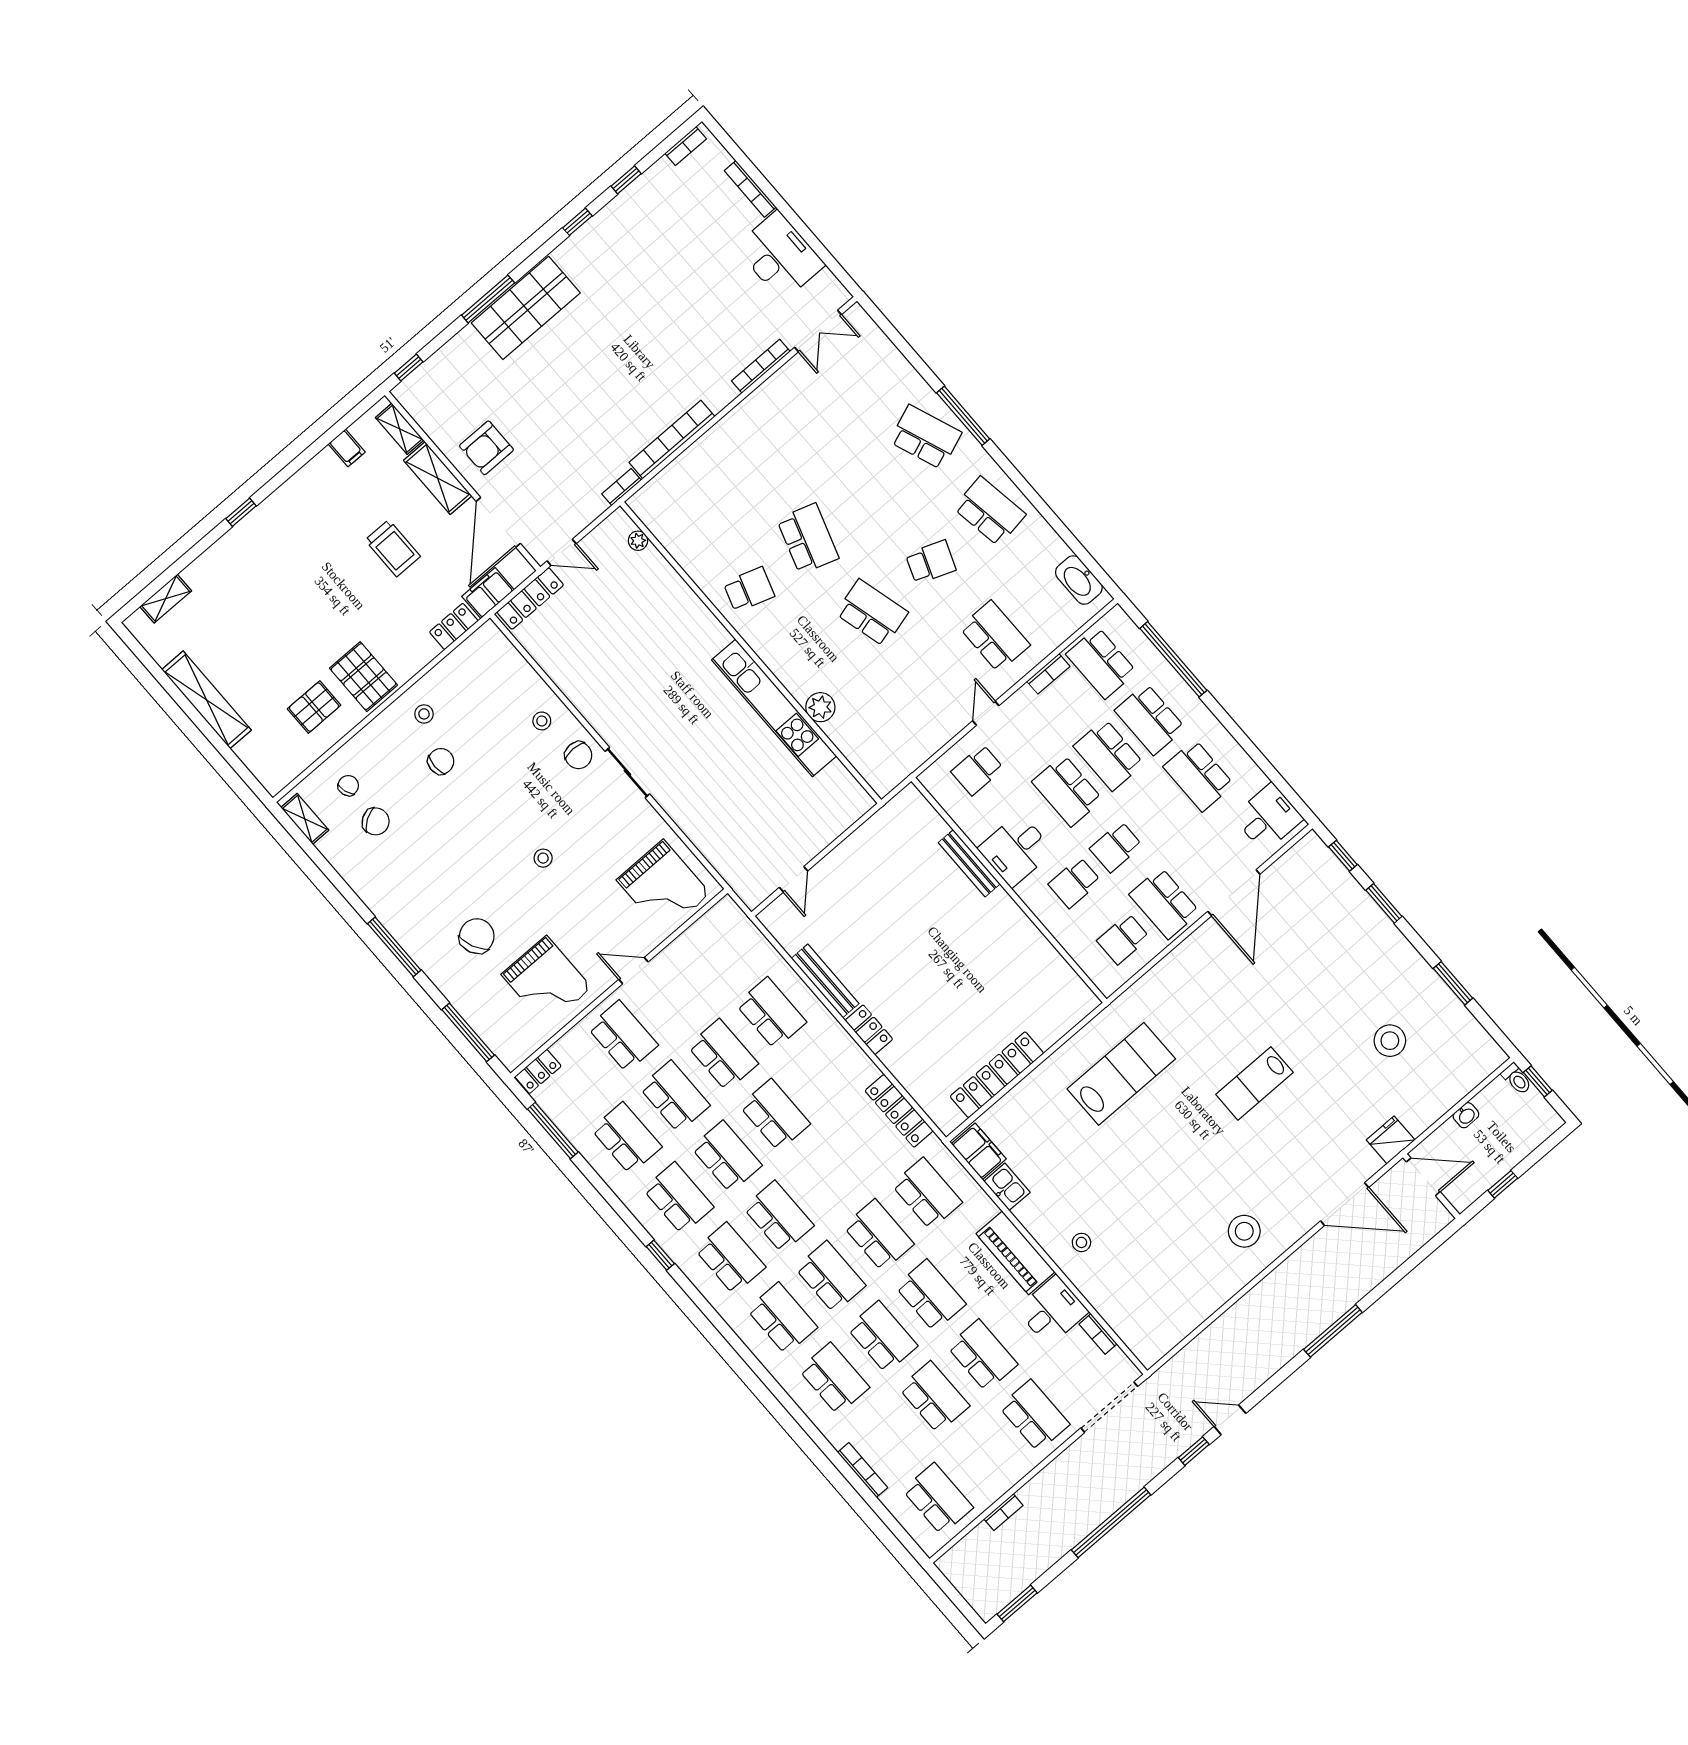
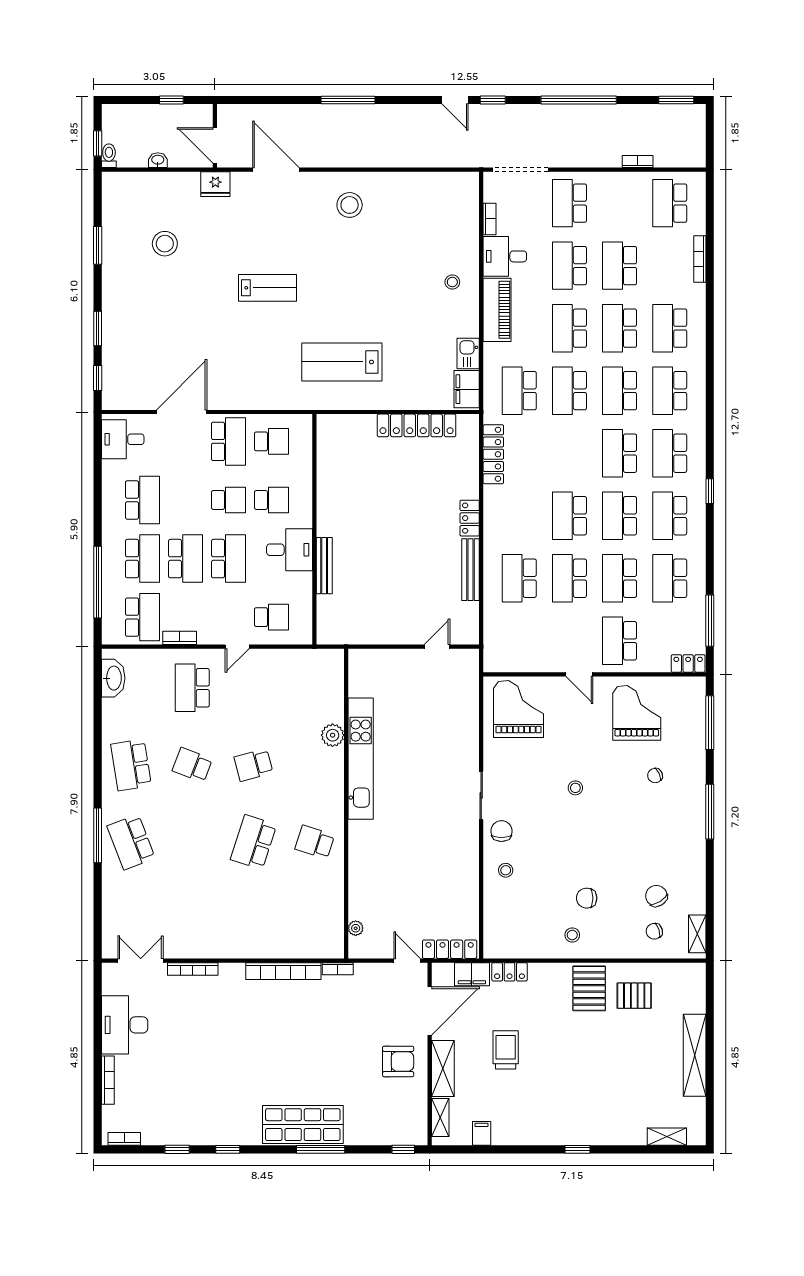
school desk: (872, 613) -> (253, 765), width x0.54
chair: (477, 936) -> (655, 776), width x0.54, depth x0.54

